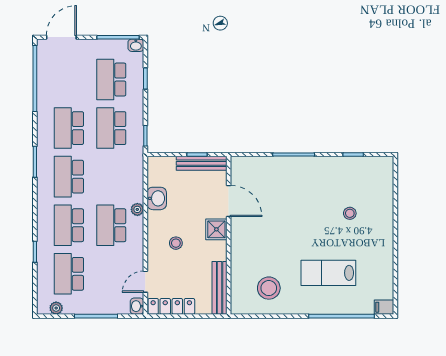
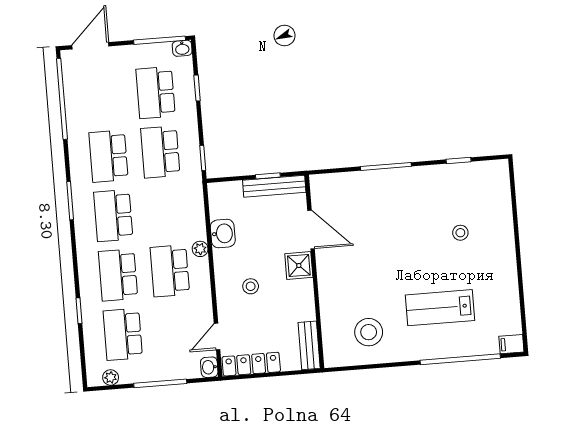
bench: (220, 288) -> (309, 345), width x0.73

